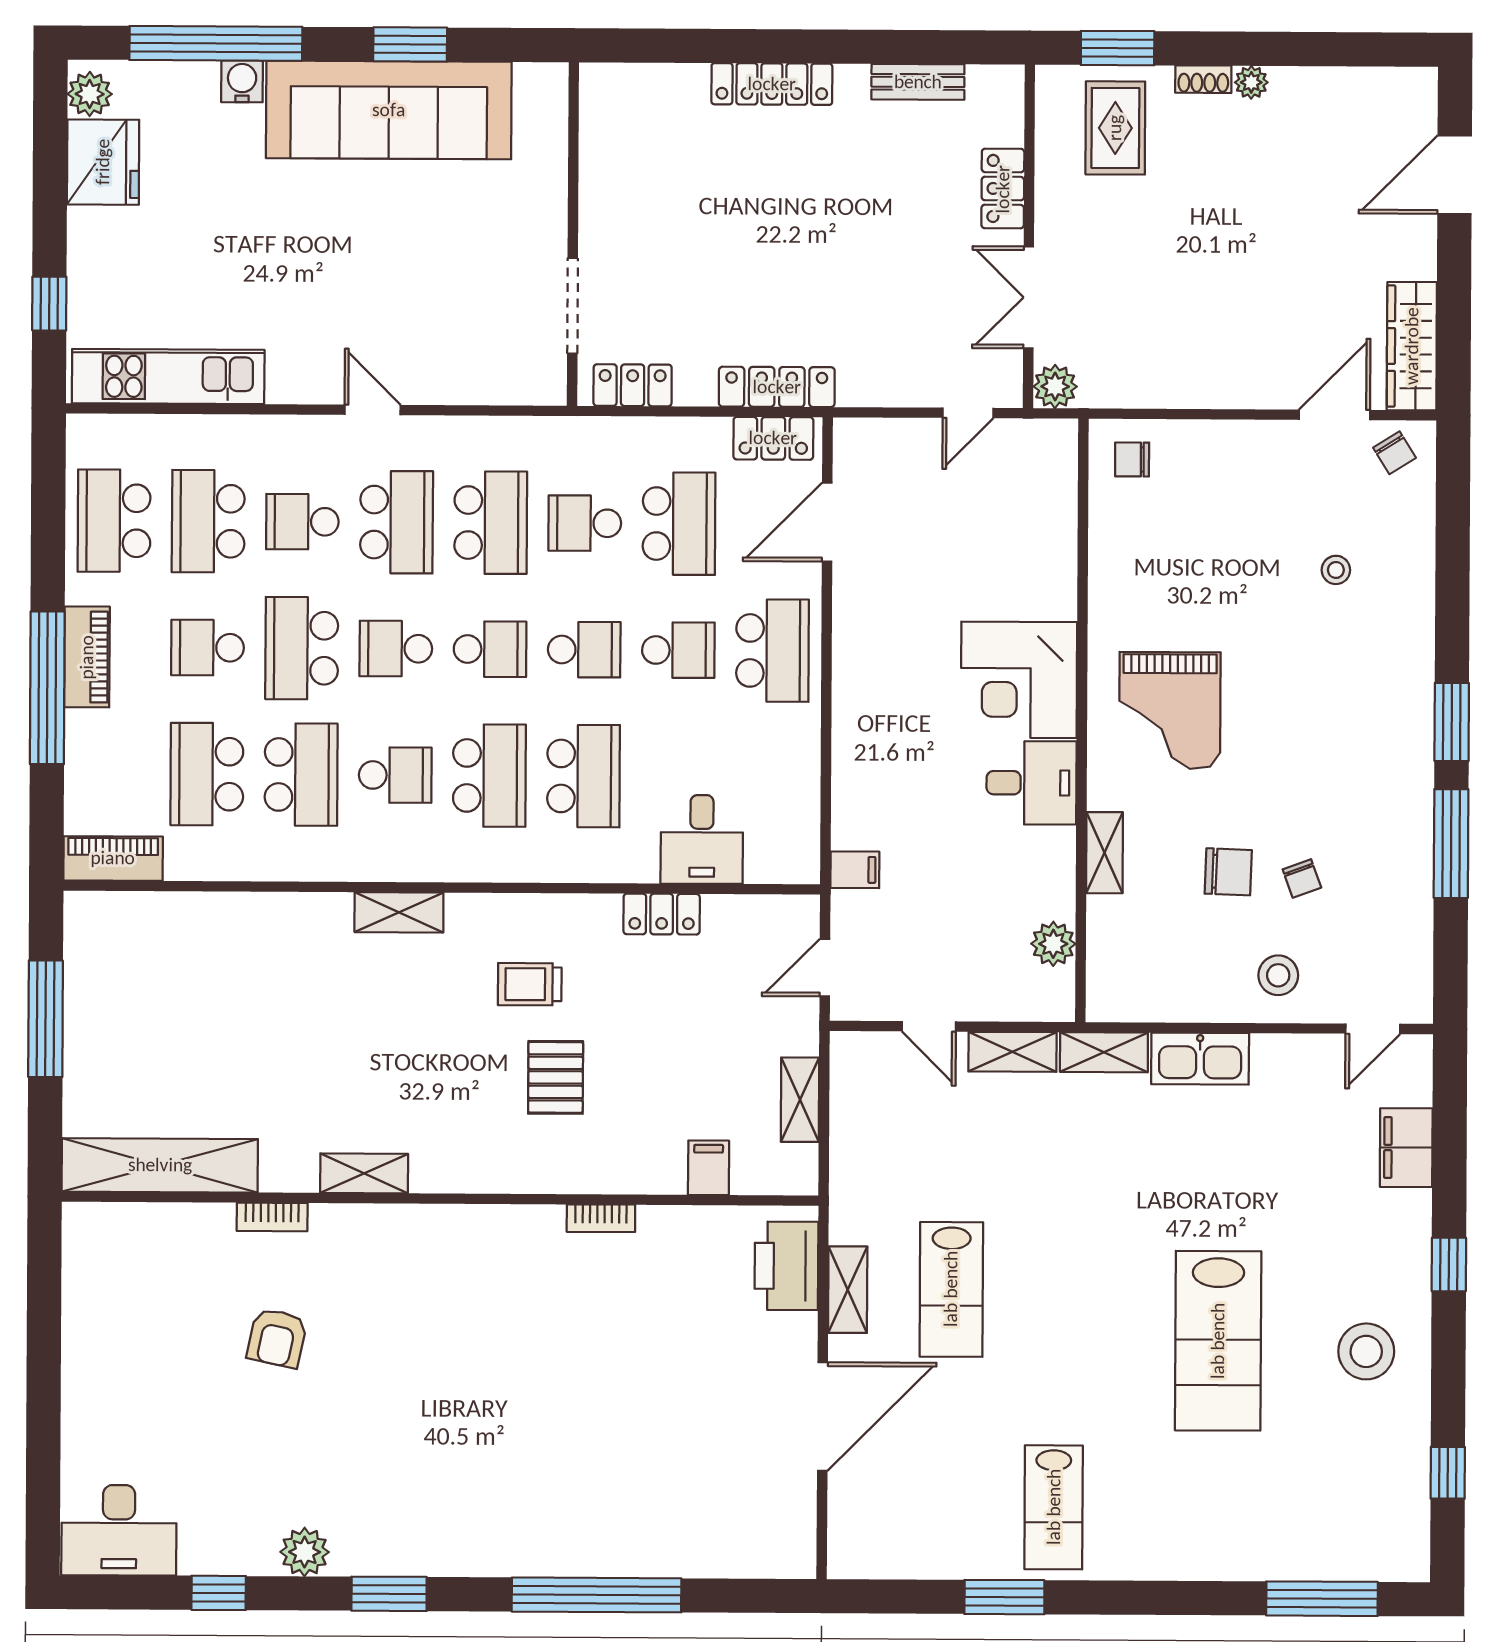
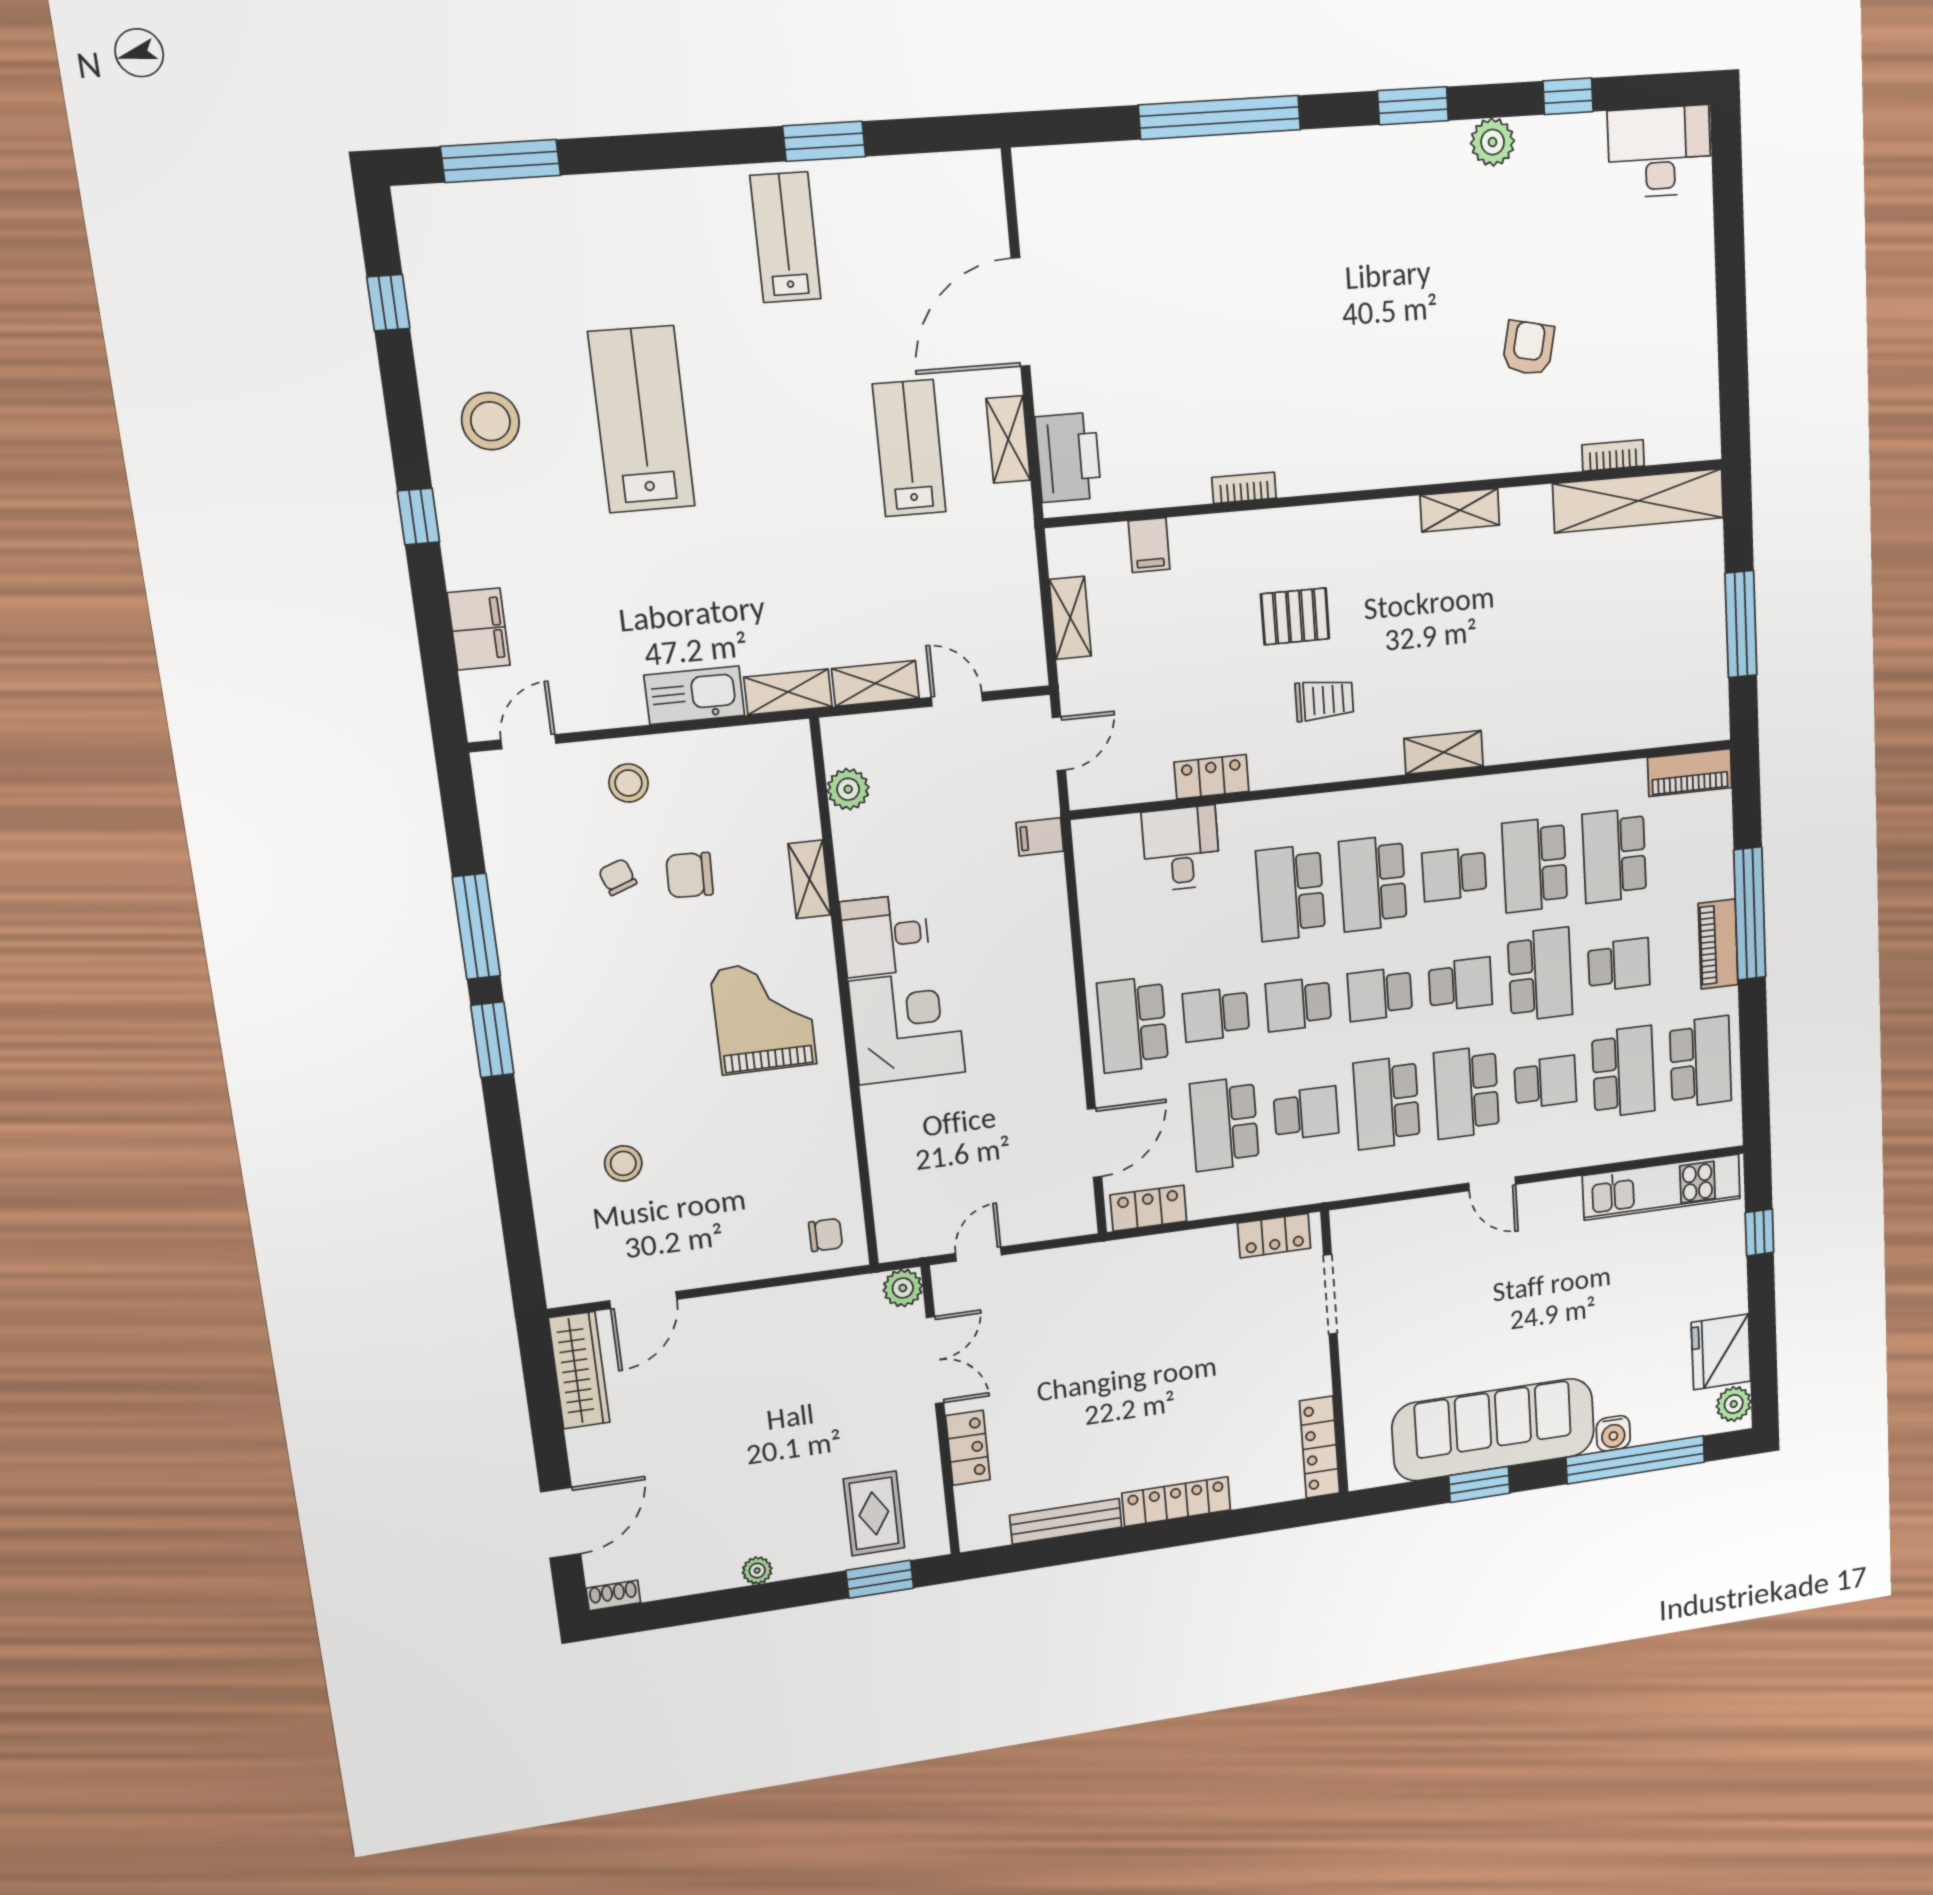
shoe rack: (1203, 79) -> (613, 1595), moved
bench: (918, 82) -> (1066, 1521), width x1.36
locker: (777, 387) -> (1320, 1447), moved, turned 90
chair: (1395, 453) -> (582, 1275), removed
stool: (1336, 570) -> (623, 1163), width x1.37, depth x1.37
school desk: (207, 774) -> (1614, 856), turned 180
pallet: (556, 1077) -> (1295, 616), turned 90
bookcase: (272, 1217) -> (1613, 455), moved

